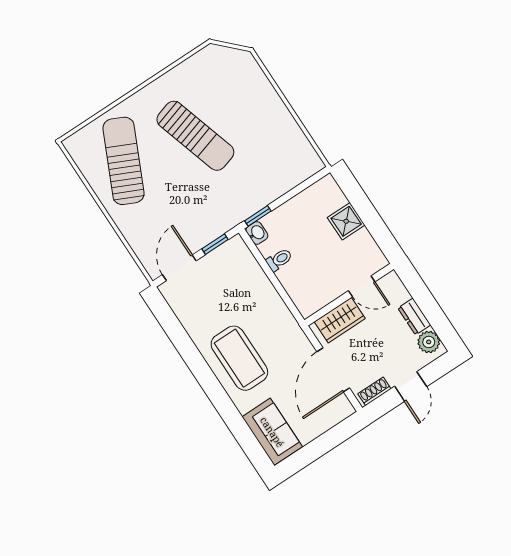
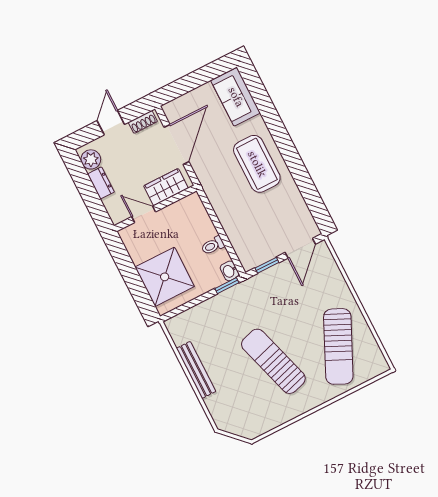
bench: (282, 116) -> (196, 370), added
shower: (346, 221) -> (165, 277), width x1.86, depth x1.86

